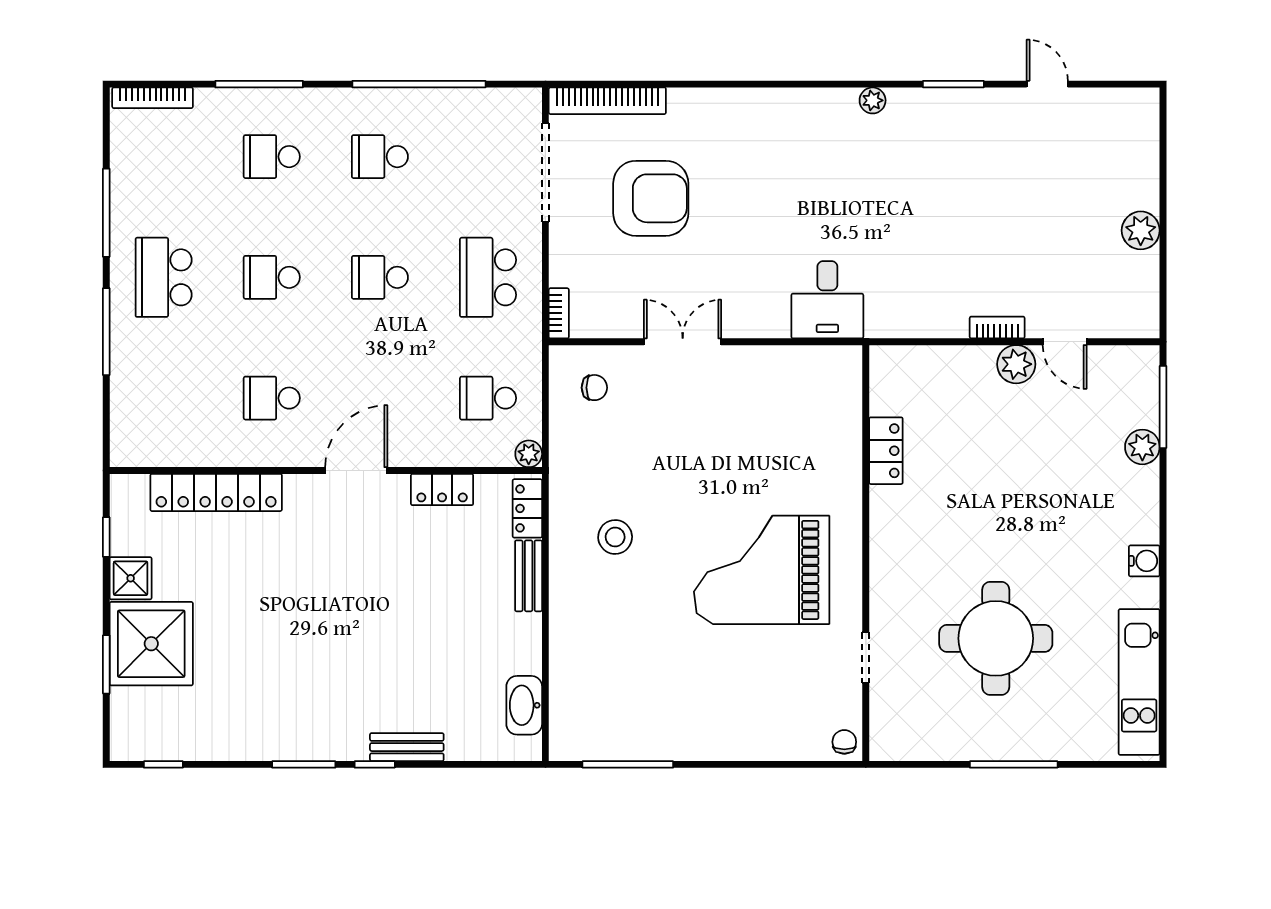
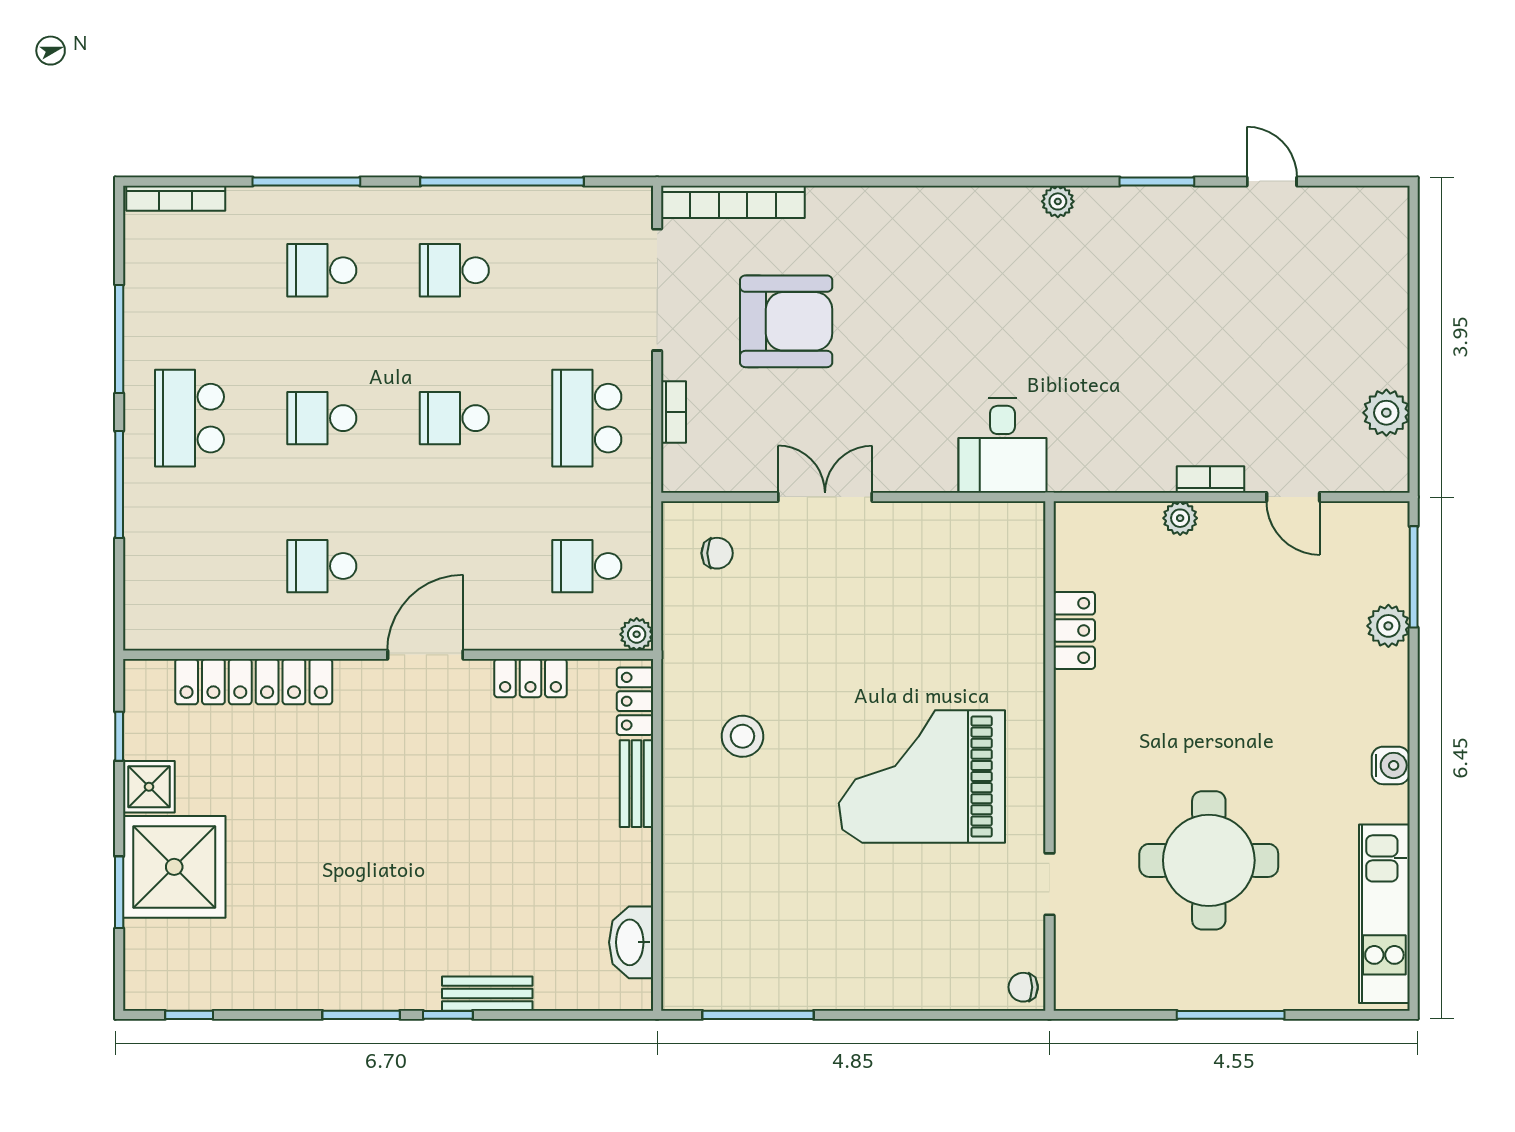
plant: (1141, 230) -> (1386, 413), moved
bookcase: (559, 313) -> (673, 412), moved
plant: (1016, 364) -> (1180, 518), moved, width x0.73, depth x0.73
chair: (844, 742) -> (1023, 987), turned -90

